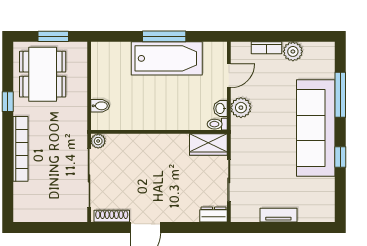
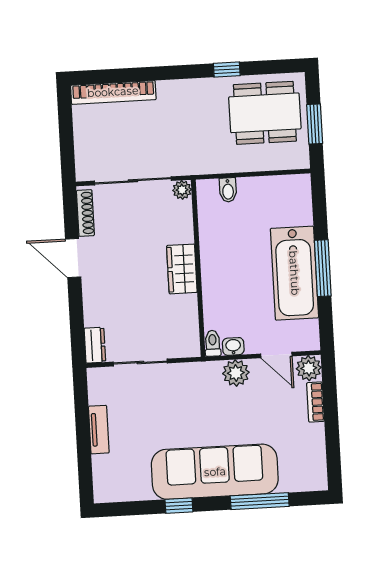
plant: (293, 51) -> (309, 368), moved
wardrobe: (208, 145) -> (182, 269), moved
bookcase: (20, 149) -> (113, 92), moved

